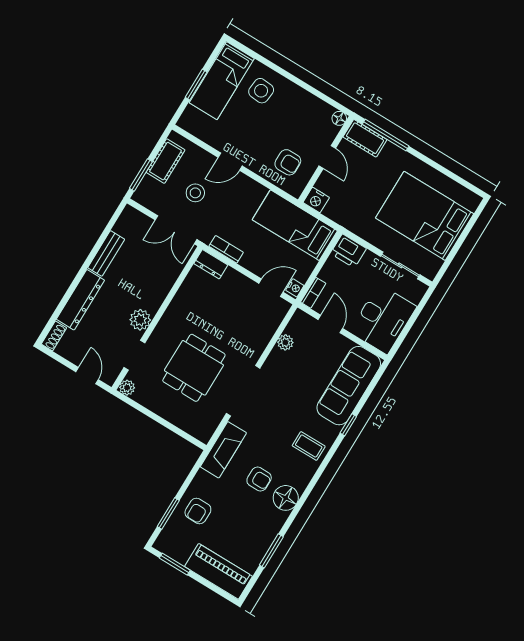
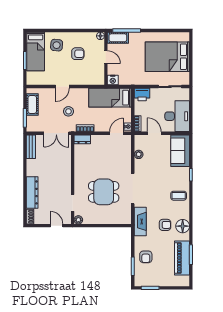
armchair: (288, 162) -> (78, 54), moved
stool: (195, 193) -> (68, 111), moved
bench: (106, 253) -> (31, 147), moved
plant: (140, 320) -> (65, 185), removed
dining table: (194, 368) -> (104, 192), turned 90
sofa: (349, 386) -> (180, 151), width x0.73
piano: (218, 571) -> (182, 258), moved, turned -90

